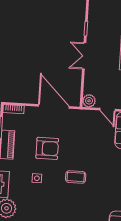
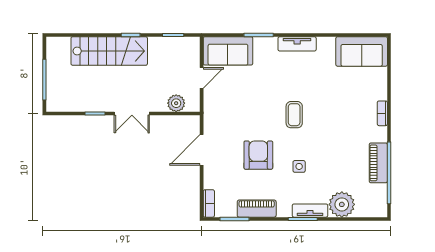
plant: (89, 101) -> (176, 103), moved
door: (54, 106) -> (202, 150), width x0.73

